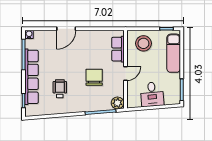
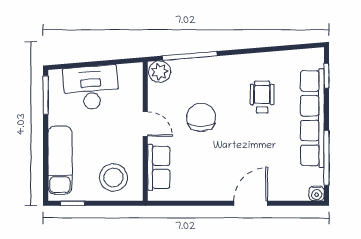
door: (126, 73) -> (145, 124), swing flipped
chair: (94, 77) -> (201, 117), turned 180
wheelchair: (60, 89) -> (262, 97), turned 180
desk: (152, 94) -> (91, 88), width x1.37

